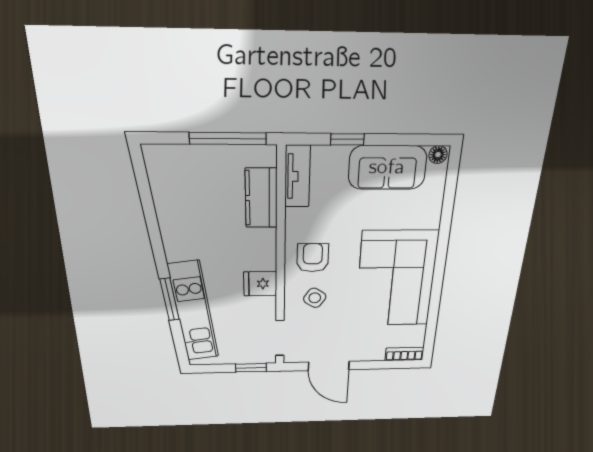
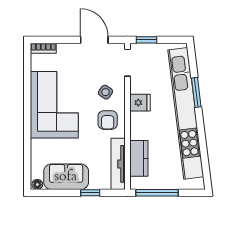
tv unit: (297, 176) -> (118, 164), width x1.41
kitchen unit: (194, 312) -> (186, 113), width x1.86

